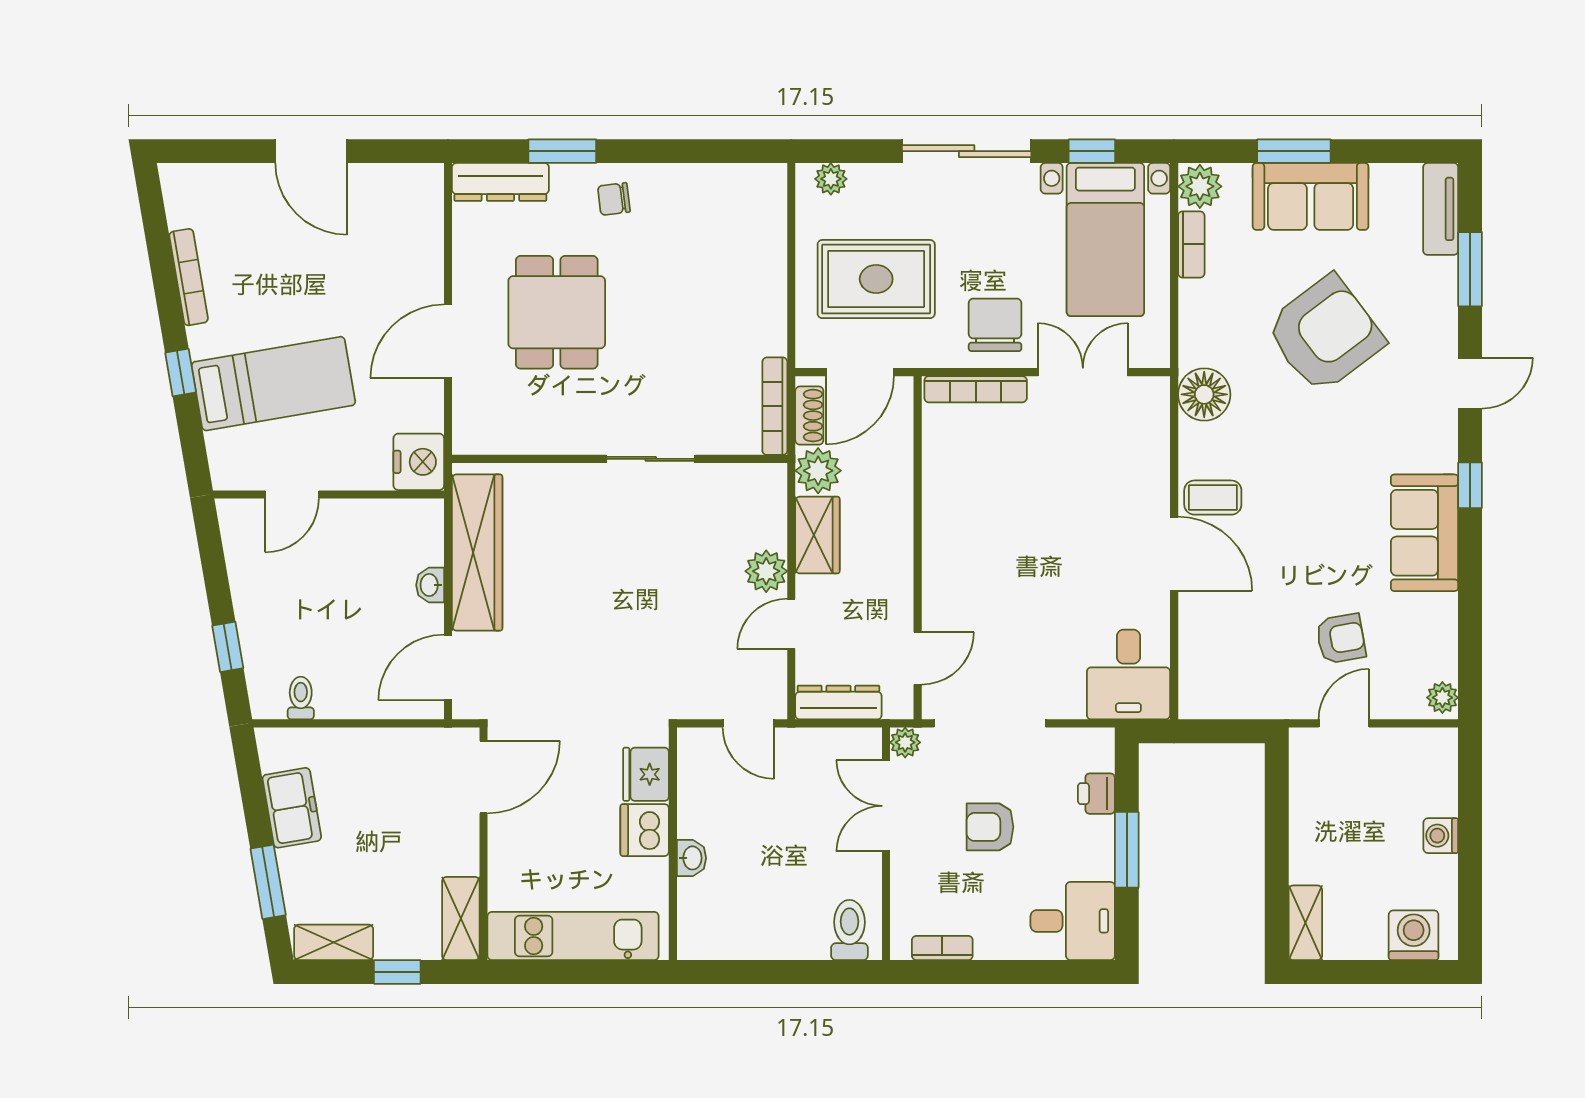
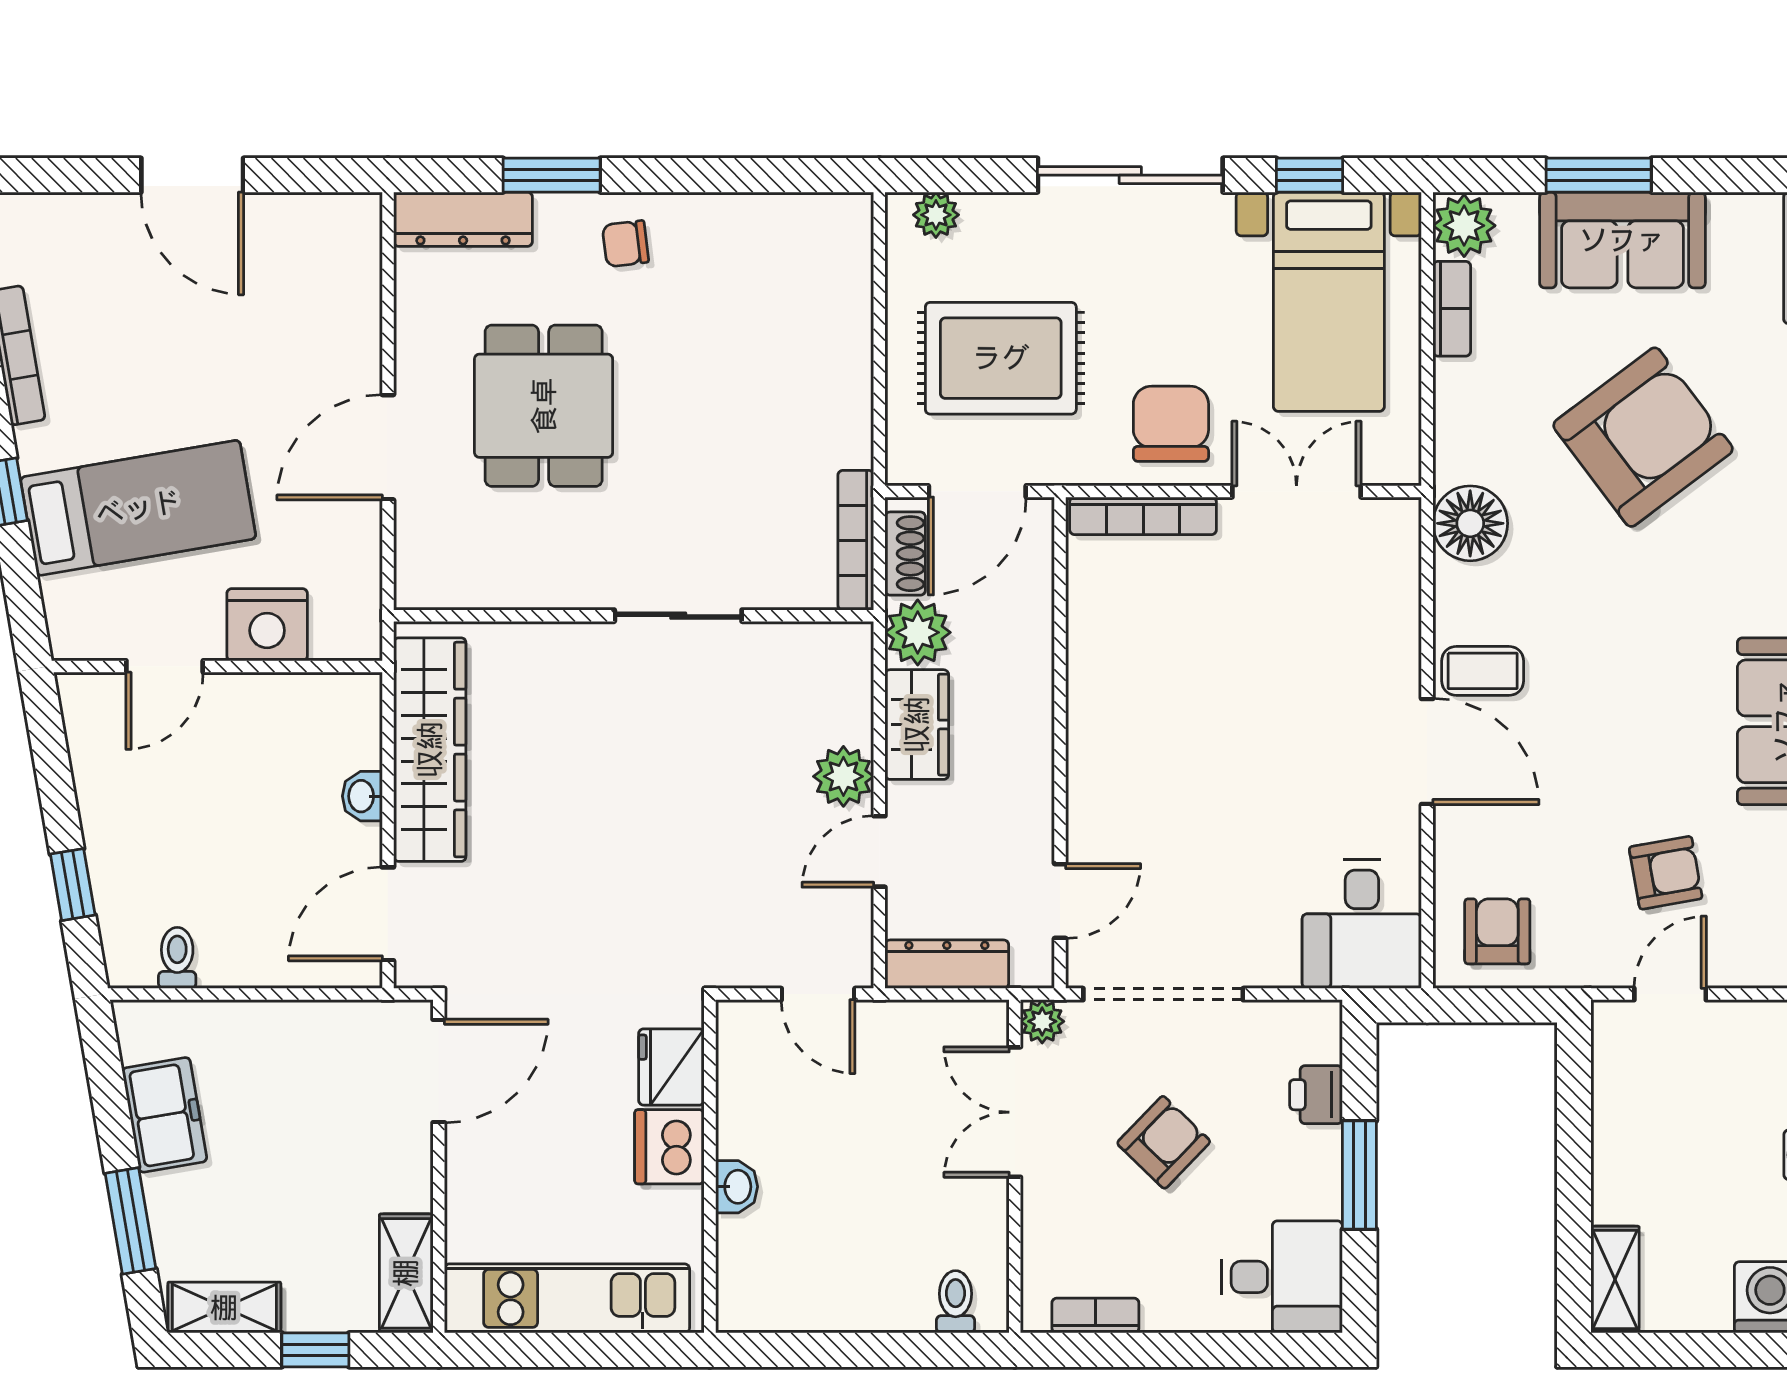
nightstand: (419, 462) -> (267, 625), moved, turned 90
armchair: (1223, 680) -> (1497, 931), added
armchair: (990, 827) -> (1164, 1142), turned 134
toilet: (849, 930) -> (955, 1302), width x0.73, depth x0.72

